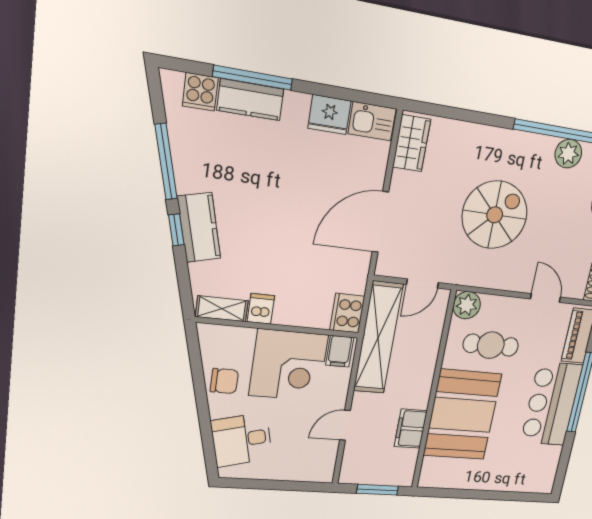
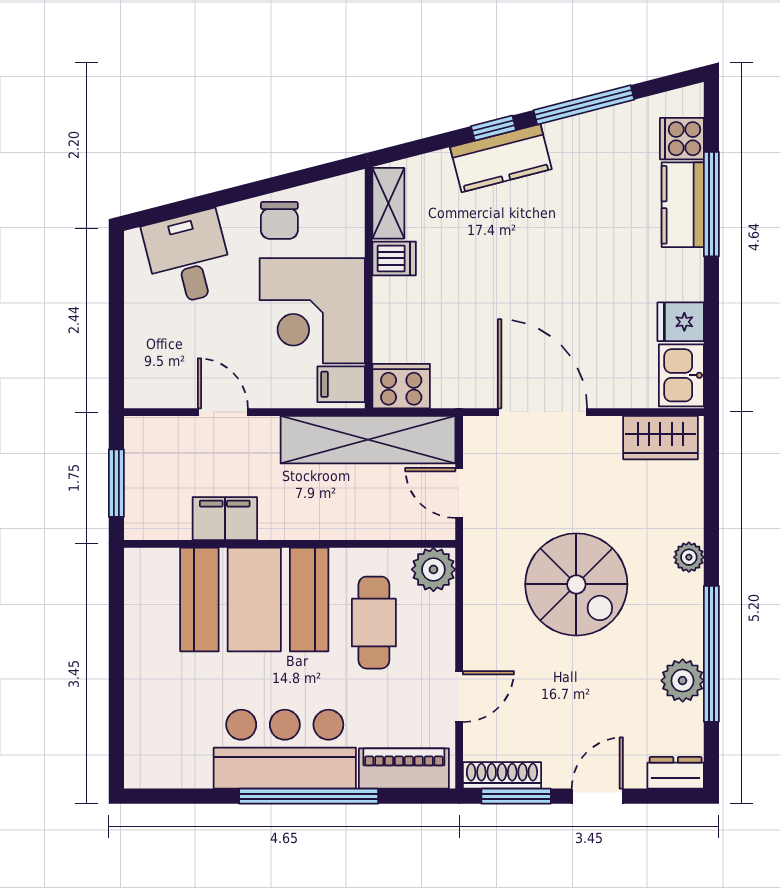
fridge: (329, 115) -> (681, 322), width x0.72
plant: (493, 136) -> (689, 557), added

